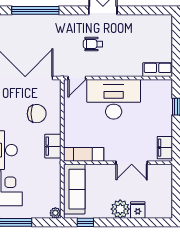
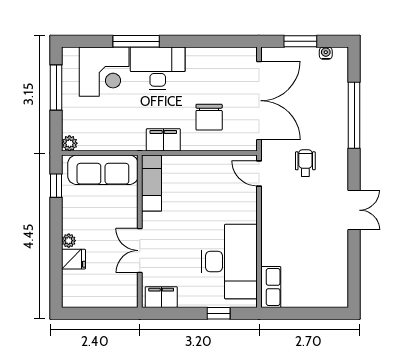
wheelchair: (93, 44) -> (305, 163), moved
desk: (114, 99) -> (229, 261), moved
plant: (120, 209) -> (69, 241), width x0.53, depth x0.53

